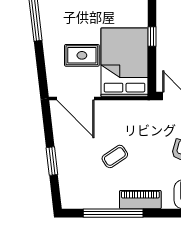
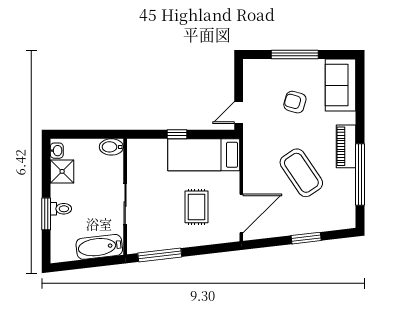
bed: (124, 62) -> (204, 155), width x0.67
coffee table: (115, 156) -> (301, 173), width x1.86, depth x1.72

